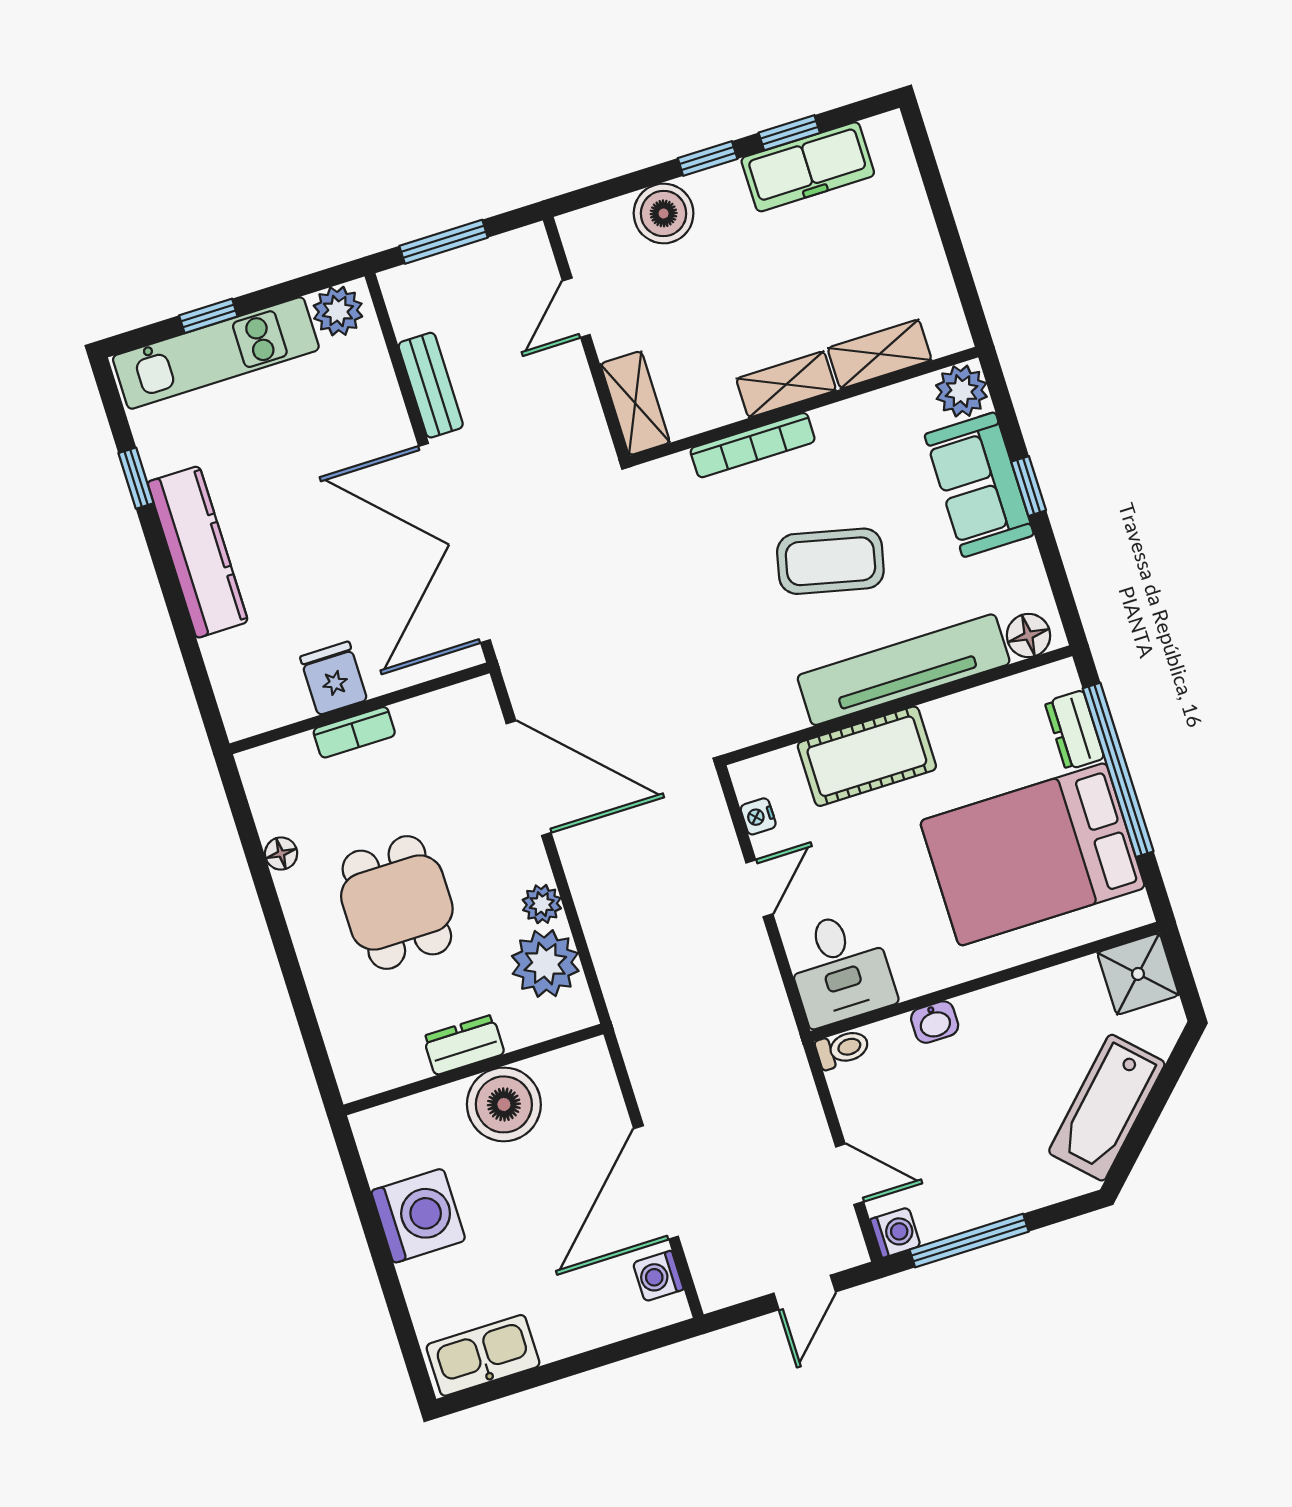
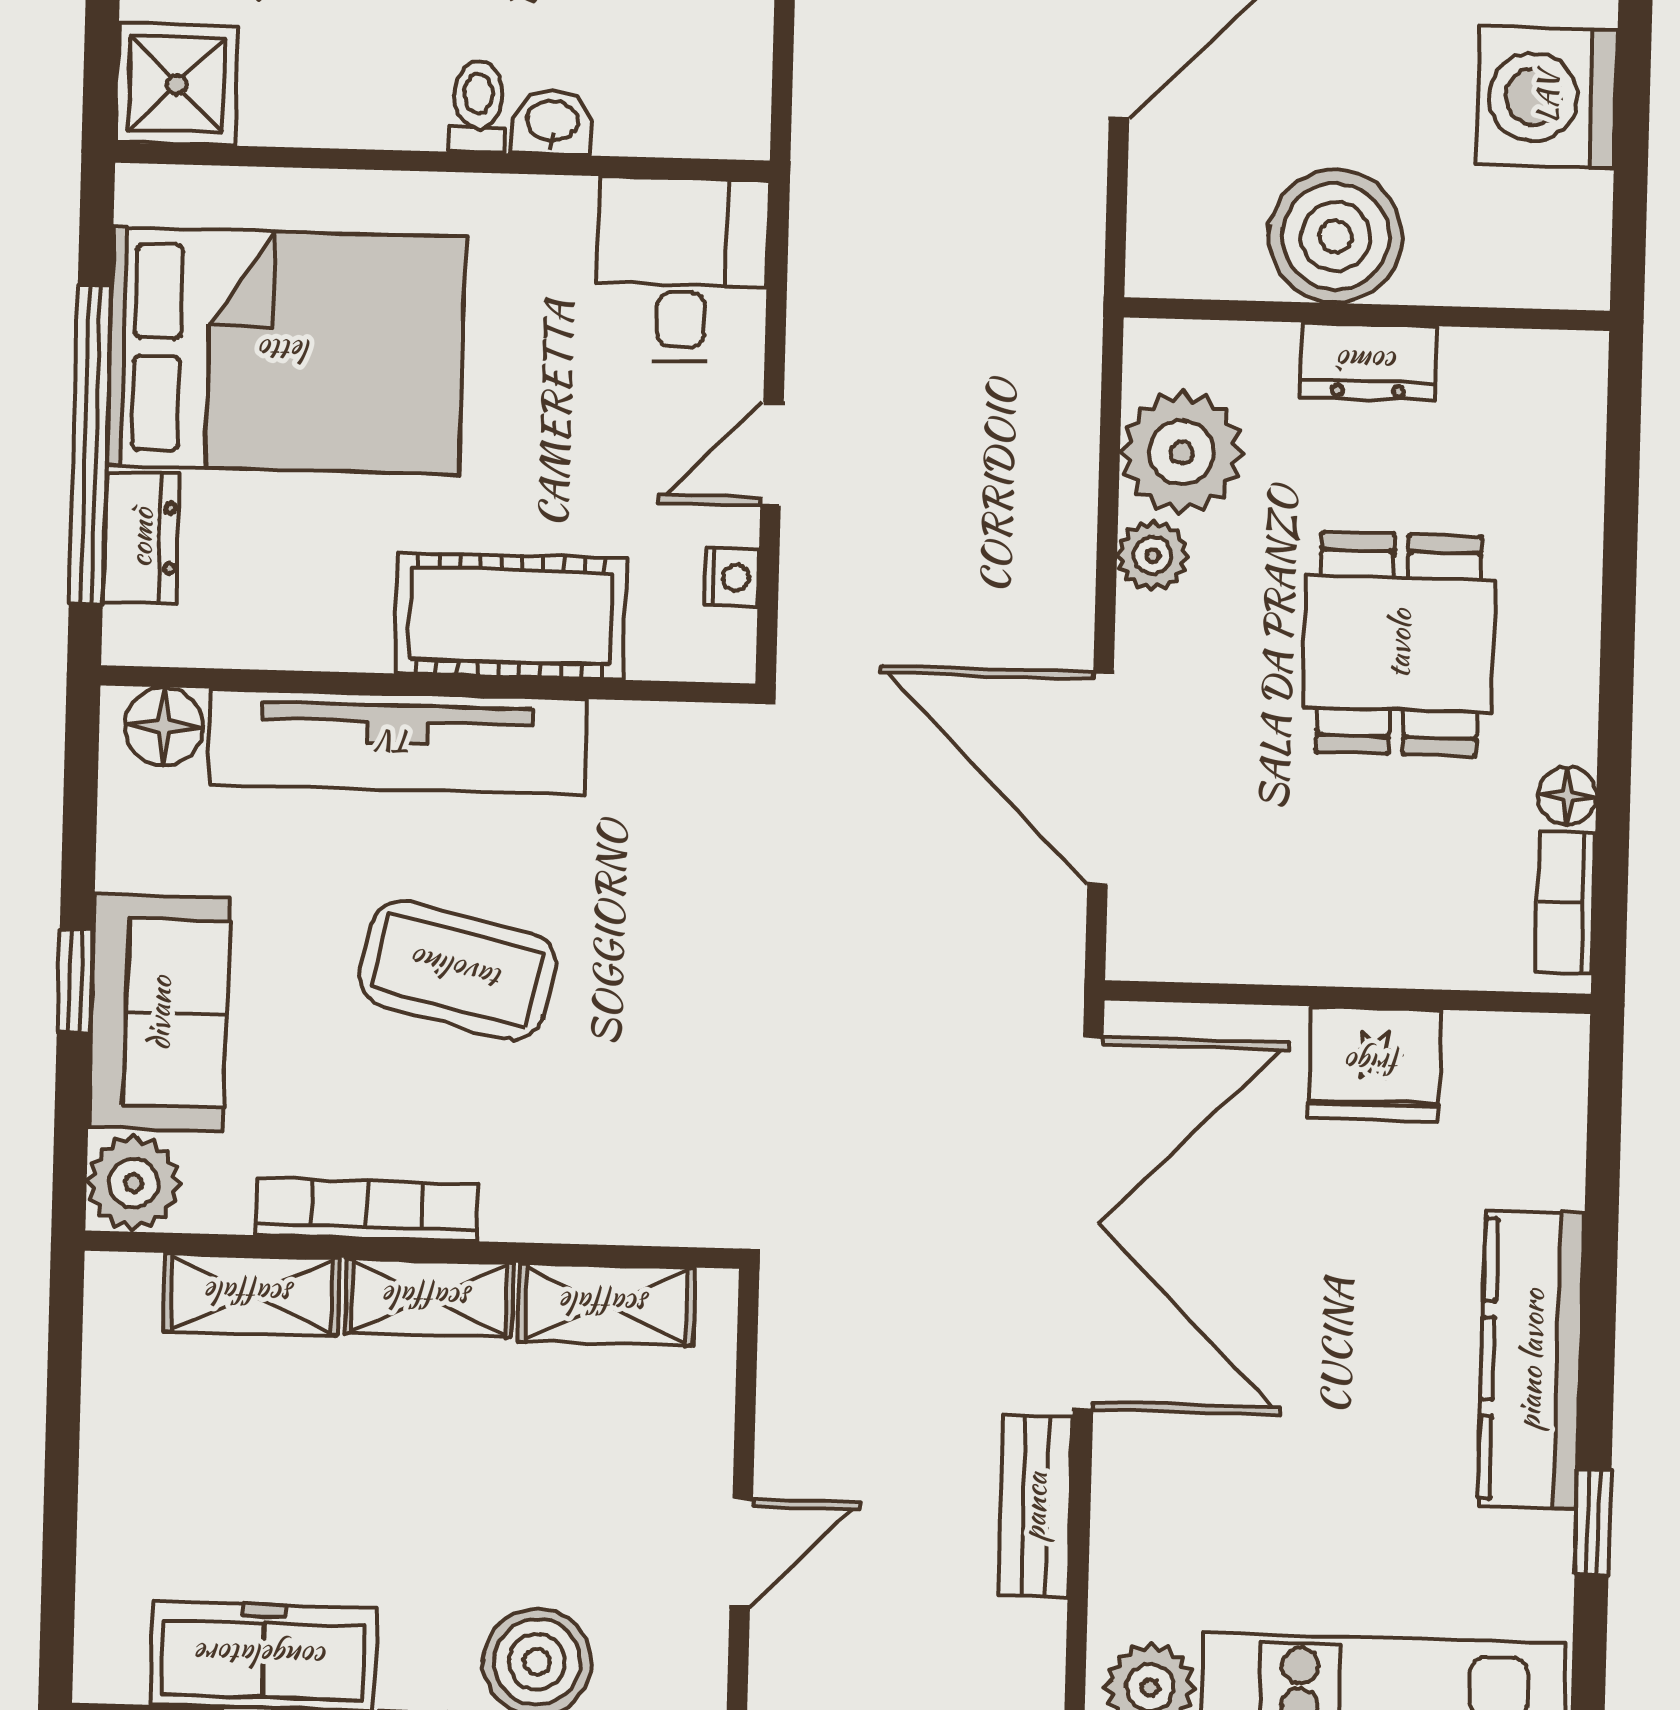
shelving: (635, 403) -> (606, 1304), moved, turned 90
bookcase: (753, 445) -> (367, 1210), moved
fridge: (334, 678) -> (1374, 1064), width x1.38
bookcase: (354, 732) -> (1565, 902), moved, turned -90
toilet: (843, 1049) -> (478, 107), moved, turned 90

